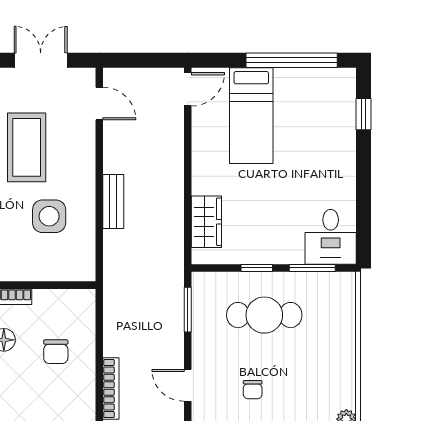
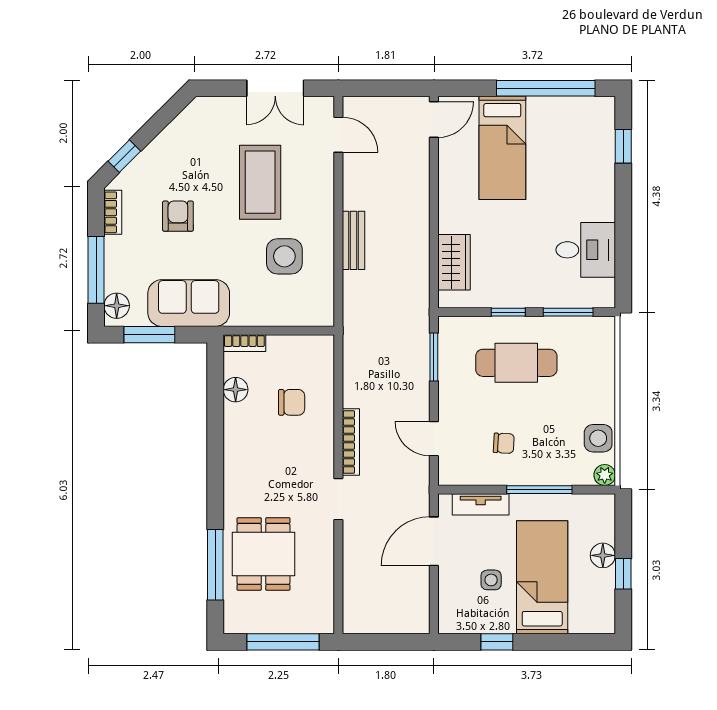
double door: (41, 60) -> (275, 88), swing flipped
desk: (331, 237) -> (586, 250), moved, turned -90
chair: (56, 352) -> (292, 402), turned -90
side table: (340, 385) -> (598, 438), added
chair: (253, 390) -> (504, 443), turned -87

